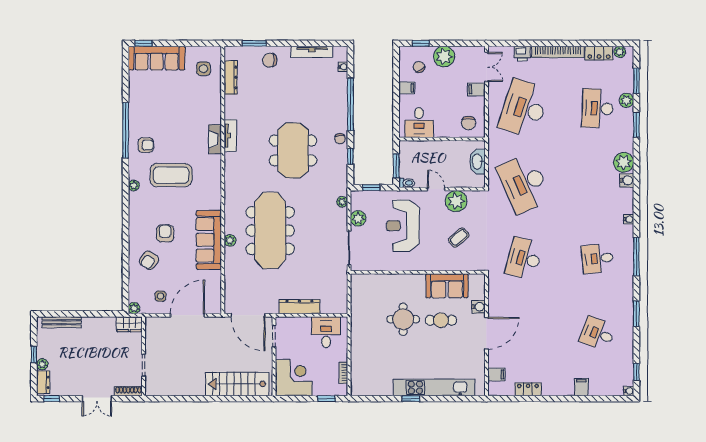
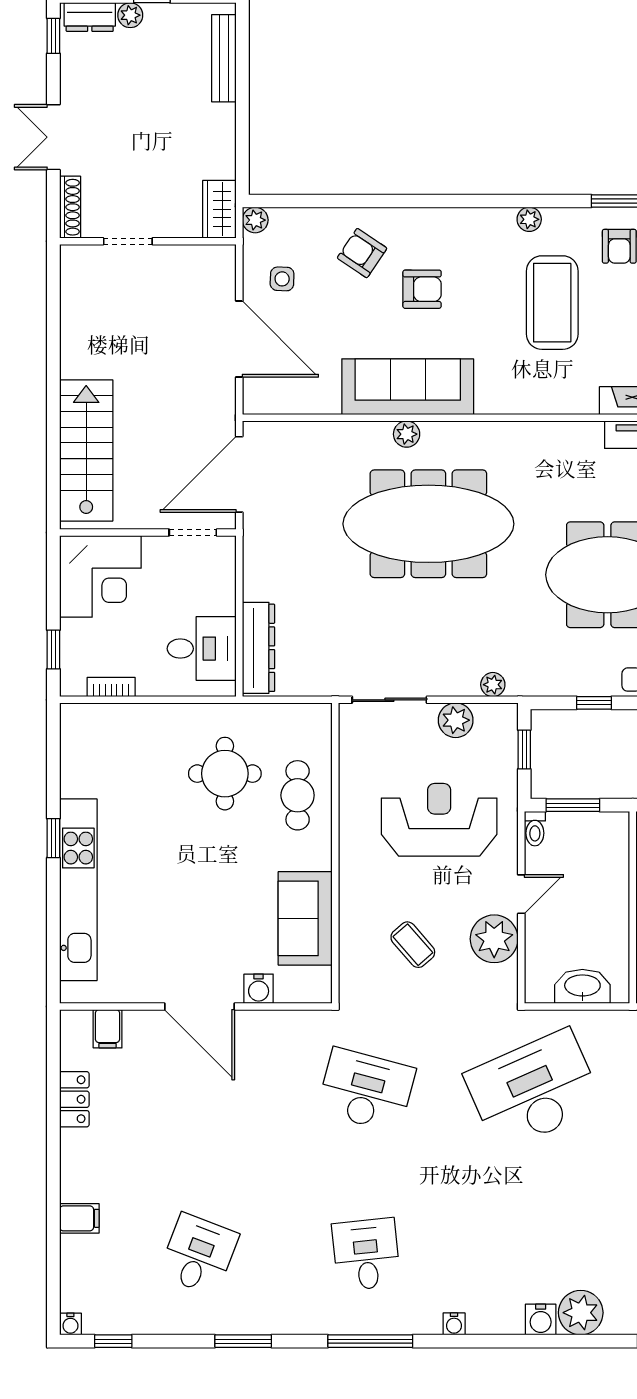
dresser: (299, 307) -> (259, 648), moved
round table: (403, 319) -> (225, 774), moved
cafe table: (441, 320) -> (298, 795), moved

